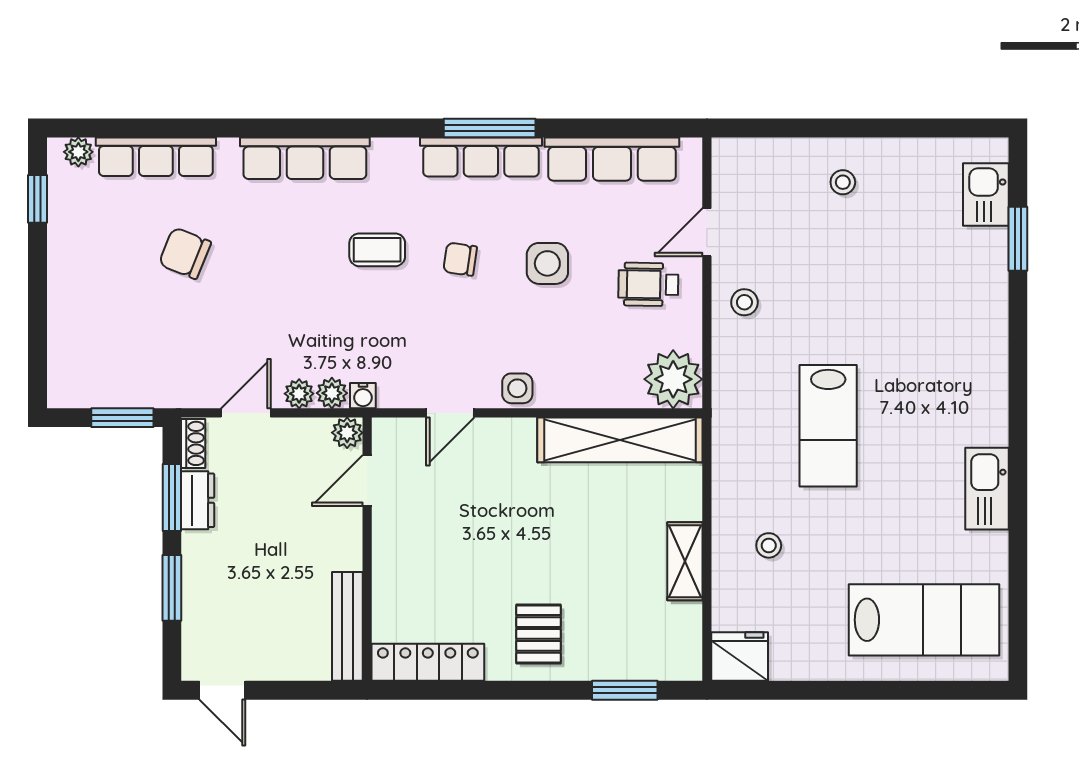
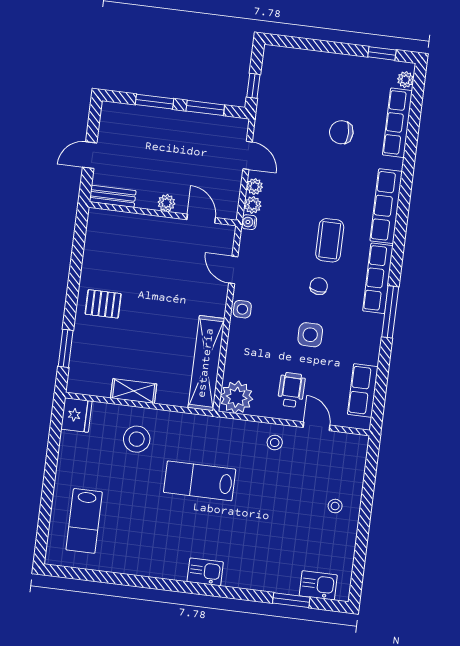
row of seats: (481, 157) -> (378, 278), moved
row of seats: (612, 159) -> (363, 390), width x0.68
coffee table: (377, 250) -> (330, 240), width x1.36, depth x1.30
chair: (185, 253) -> (341, 132), turned -112
window: (122, 418) -> (253, 86), width x0.67
plant: (347, 433) -> (166, 203), moved
shoe rack: (193, 443) -> (234, 124), removed
kitchen sink: (987, 489) -> (205, 572), moved, width x0.73
dresser: (198, 500) -> (202, 122), removed
stool: (769, 545) -> (137, 439), width x1.89, depth x1.89
lab bench: (924, 620) -> (84, 521), width x0.73, depth x0.72
bench: (347, 626) -> (113, 196), width x0.73
locker: (428, 662) -> (95, 240), removed
door: (222, 690) -> (90, 155), moved

